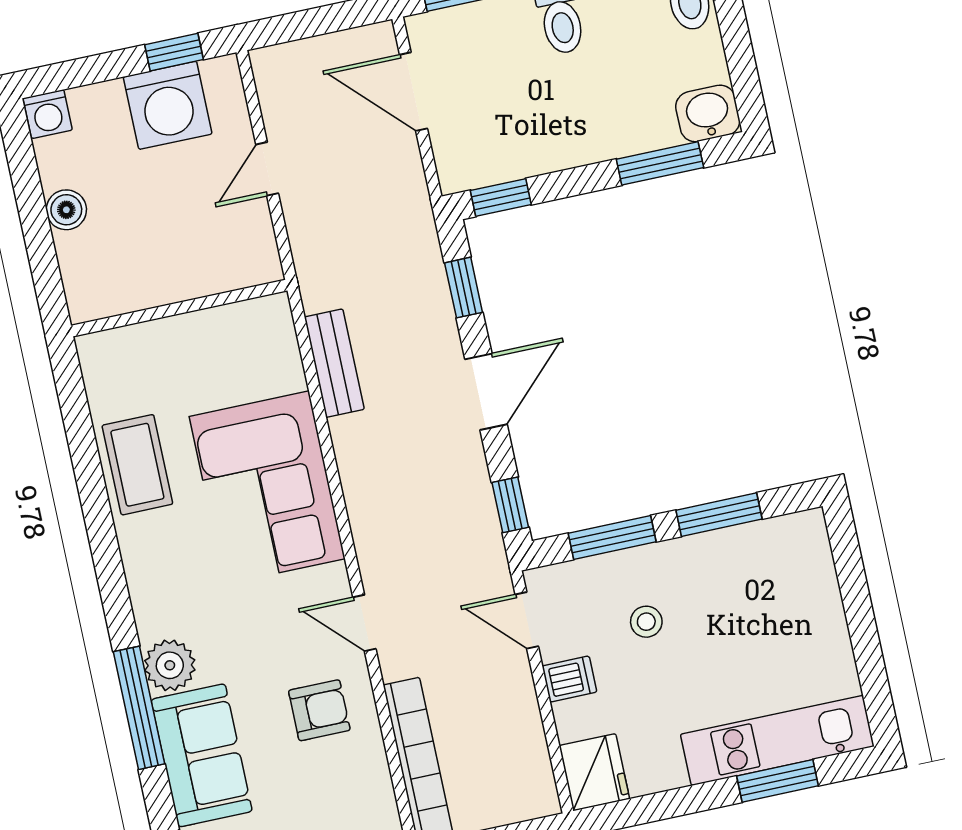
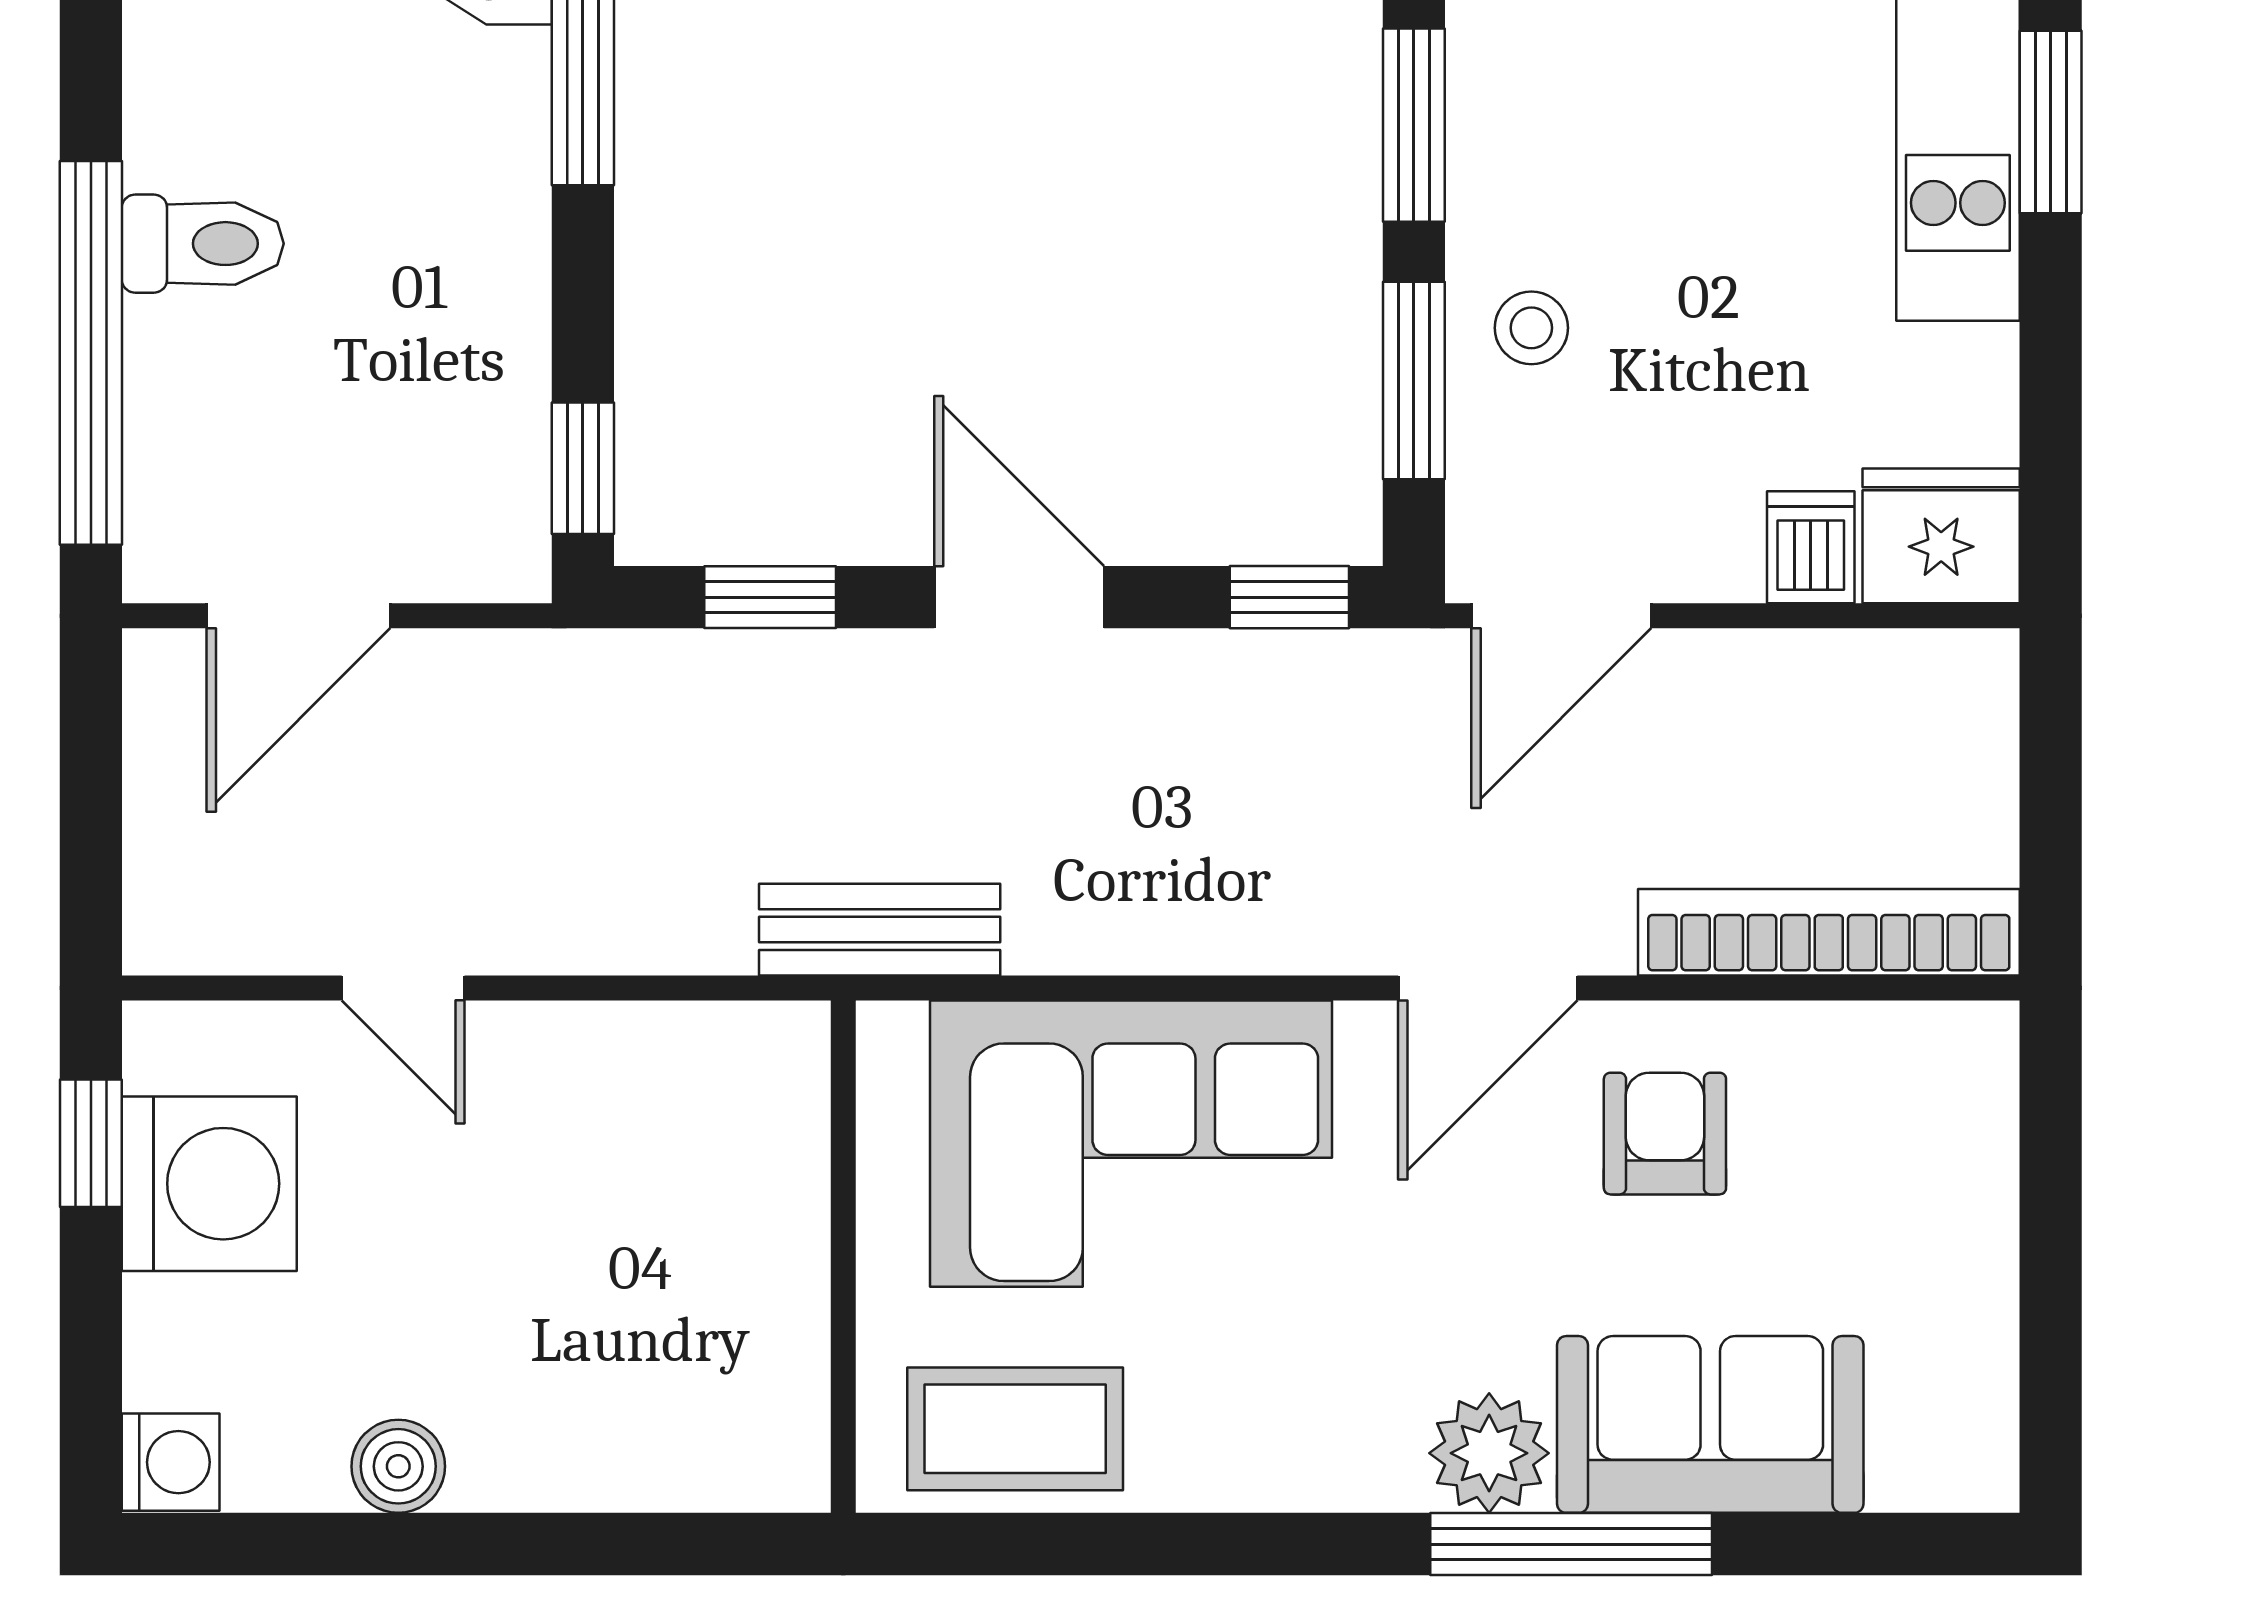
wall: (179, 308) -> (843, 1257), moved
door: (527, 620) -> (1561, 616), width x1.38
stool: (646, 622) -> (1531, 328), moved
door: (364, 623) -> (1488, 988), width x1.38
dishwasher: (569, 679) -> (1811, 547), moved

